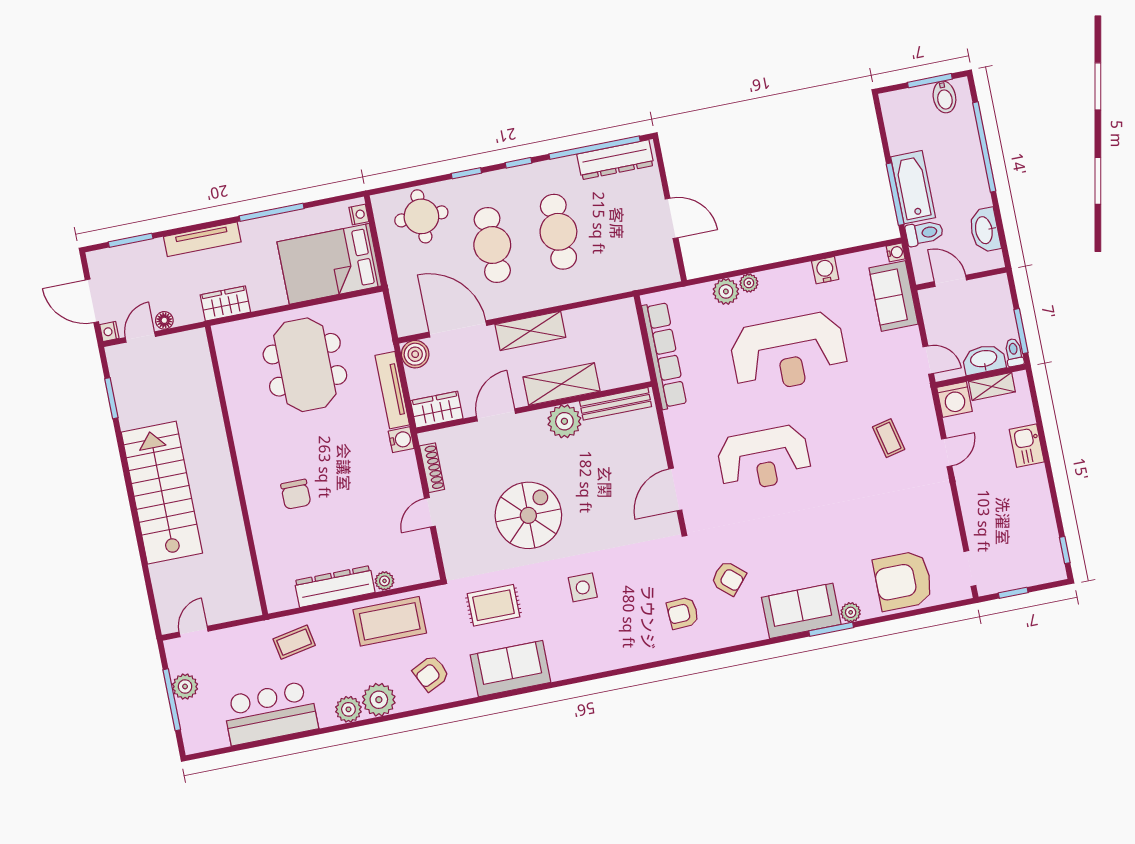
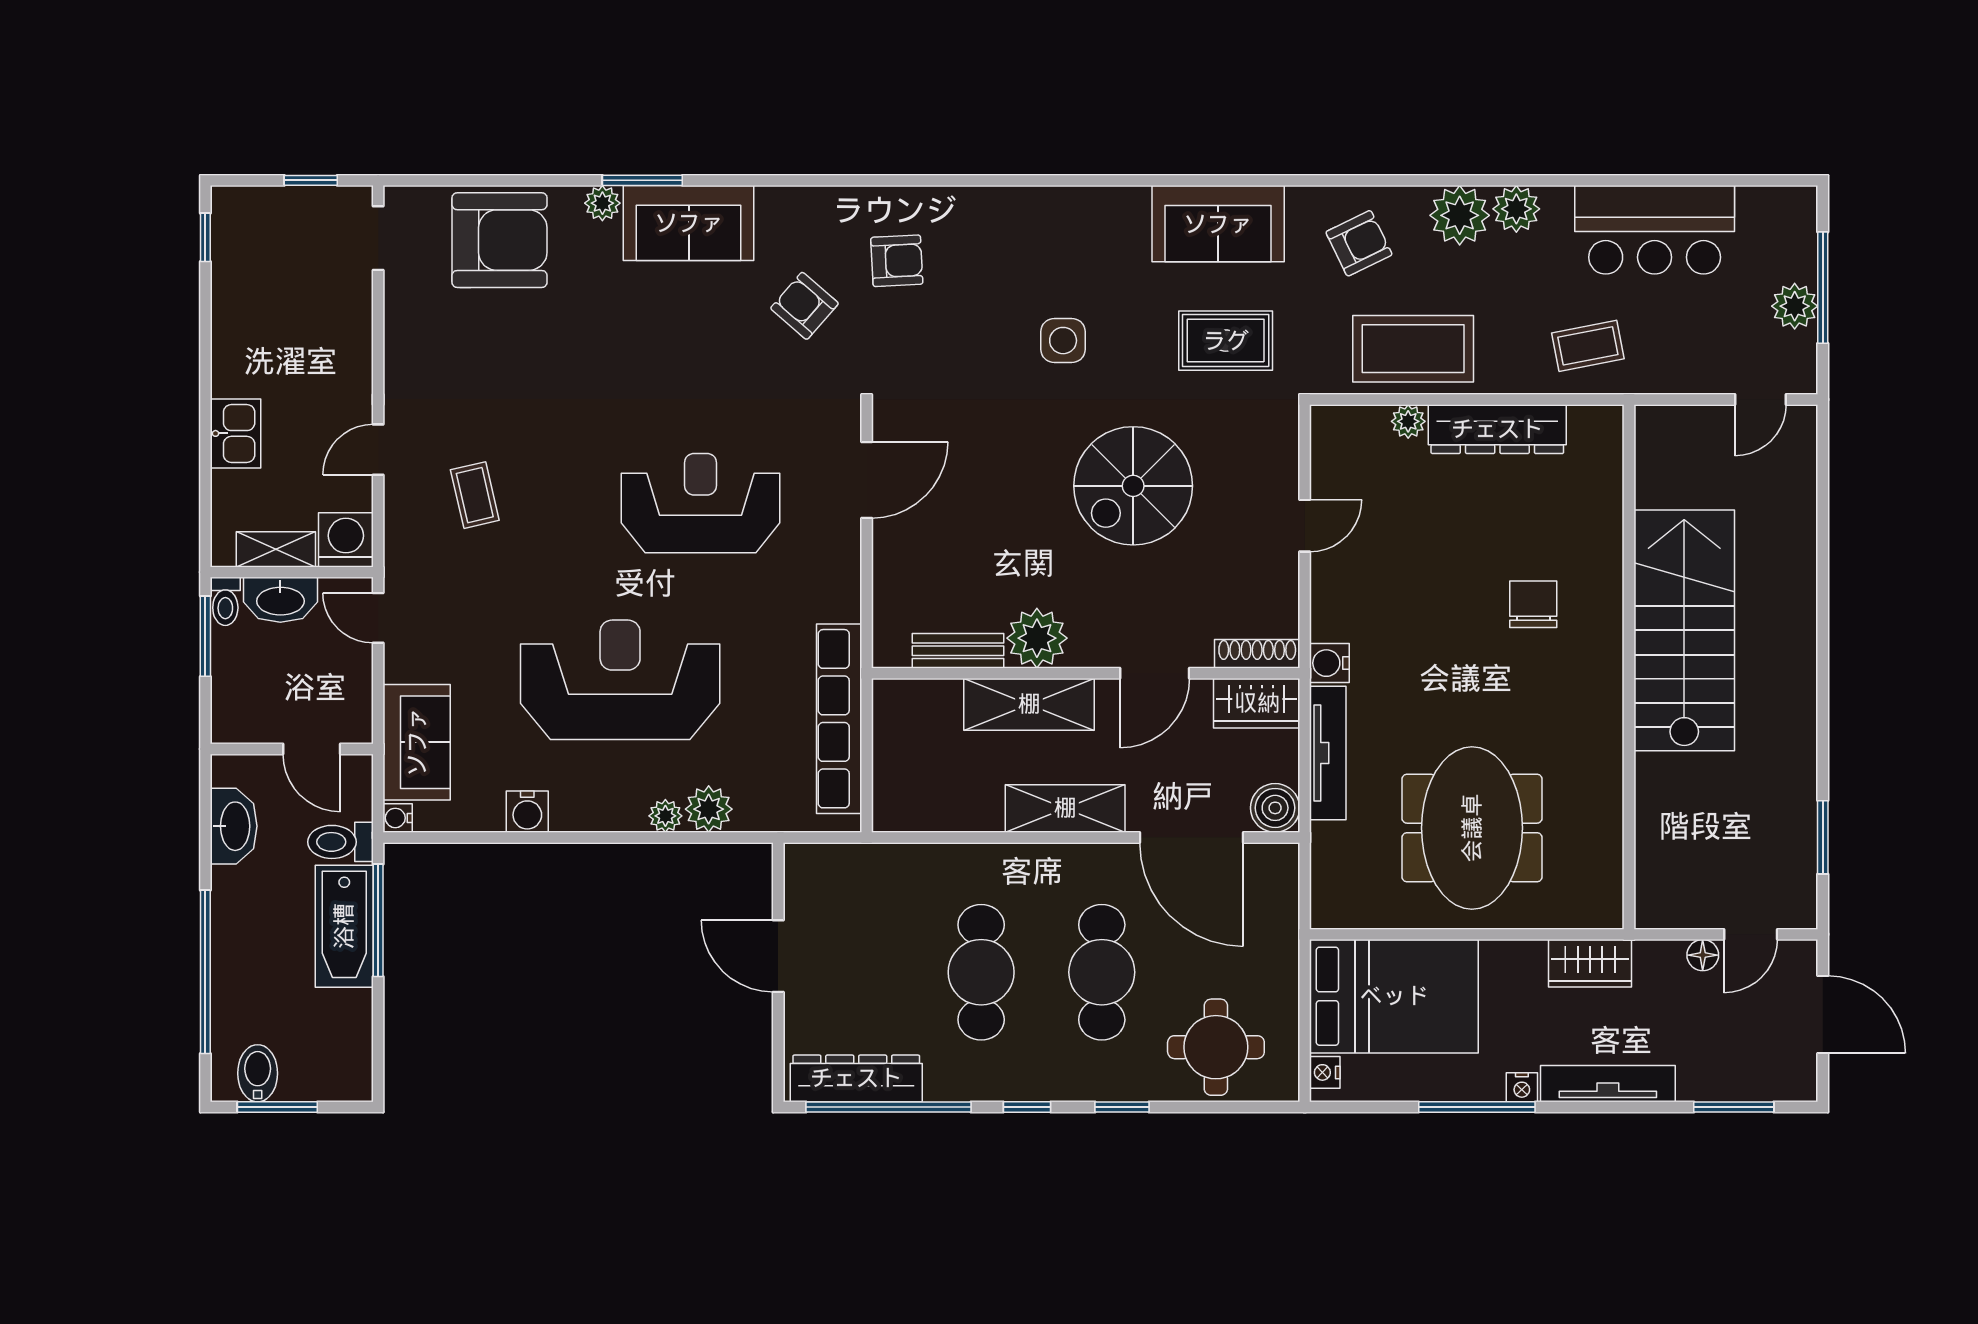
nightstand: (109, 331) -> (1522, 1087), moved, turned 90
bench: (616, 404) -> (958, 651), width x0.73
shoe rack: (432, 468) -> (1257, 654), moved, turned 90
stairs: (162, 493) -> (1684, 630), moved, turned 180

